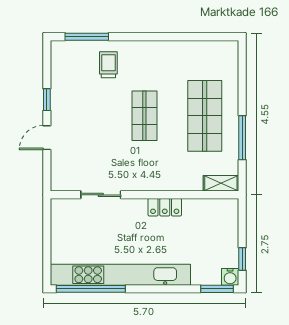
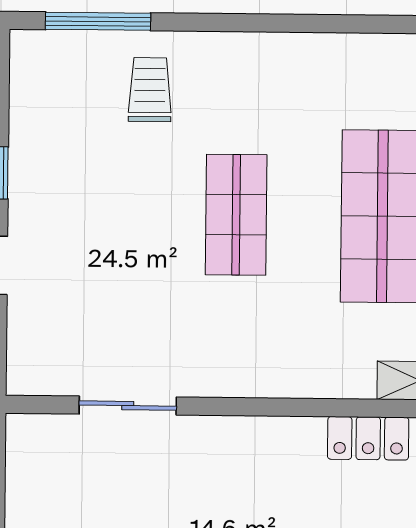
locker: (165, 207) -> (368, 438), moved

